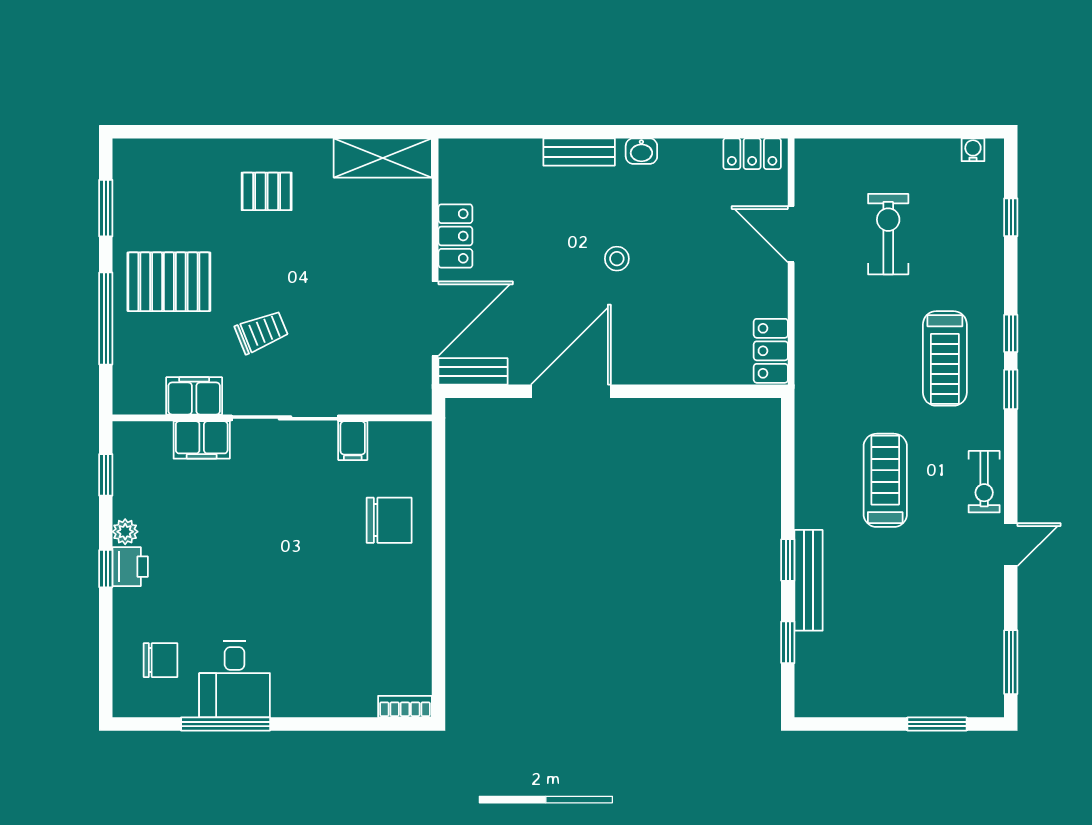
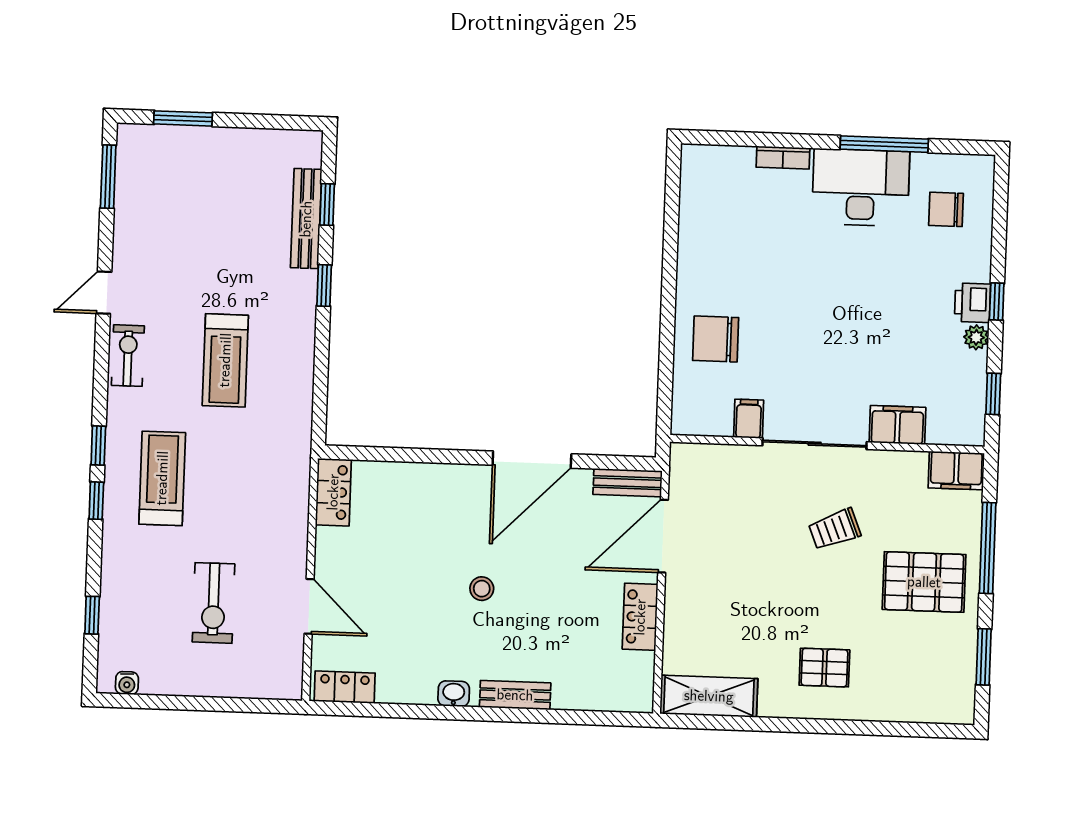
filing cabinet: (194, 396) -> (956, 471), moved
bench: (809, 580) -> (306, 219), moved
desk: (235, 679) -> (861, 188), width x1.37
bookcase: (405, 707) -> (783, 158), moved

